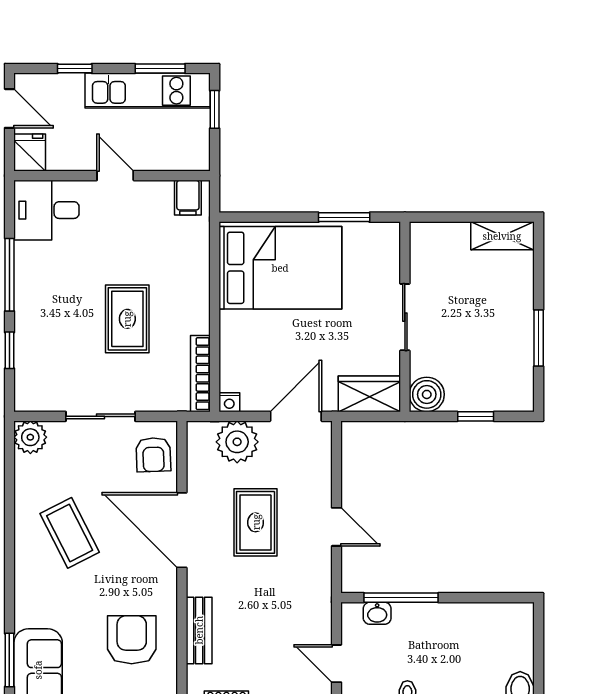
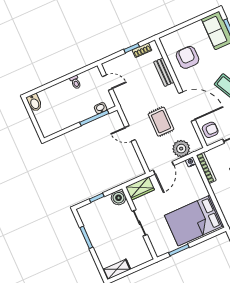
armchair: (153, 455) -> (210, 130), turned 92
armchair: (132, 640) -> (187, 57), turned 180

